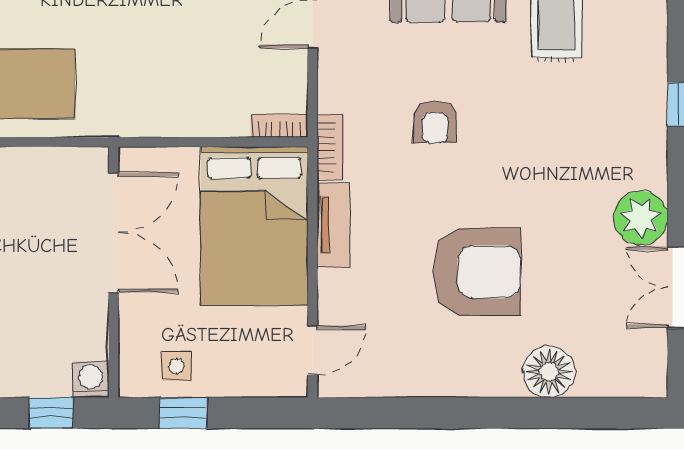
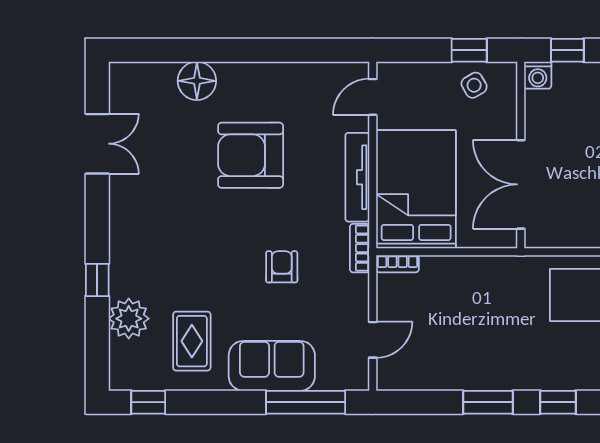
plant: (641, 218) -> (129, 319), moved
tv unit: (333, 225) -> (357, 177), width x1.41
side table: (176, 366) -> (474, 85), turned -30

